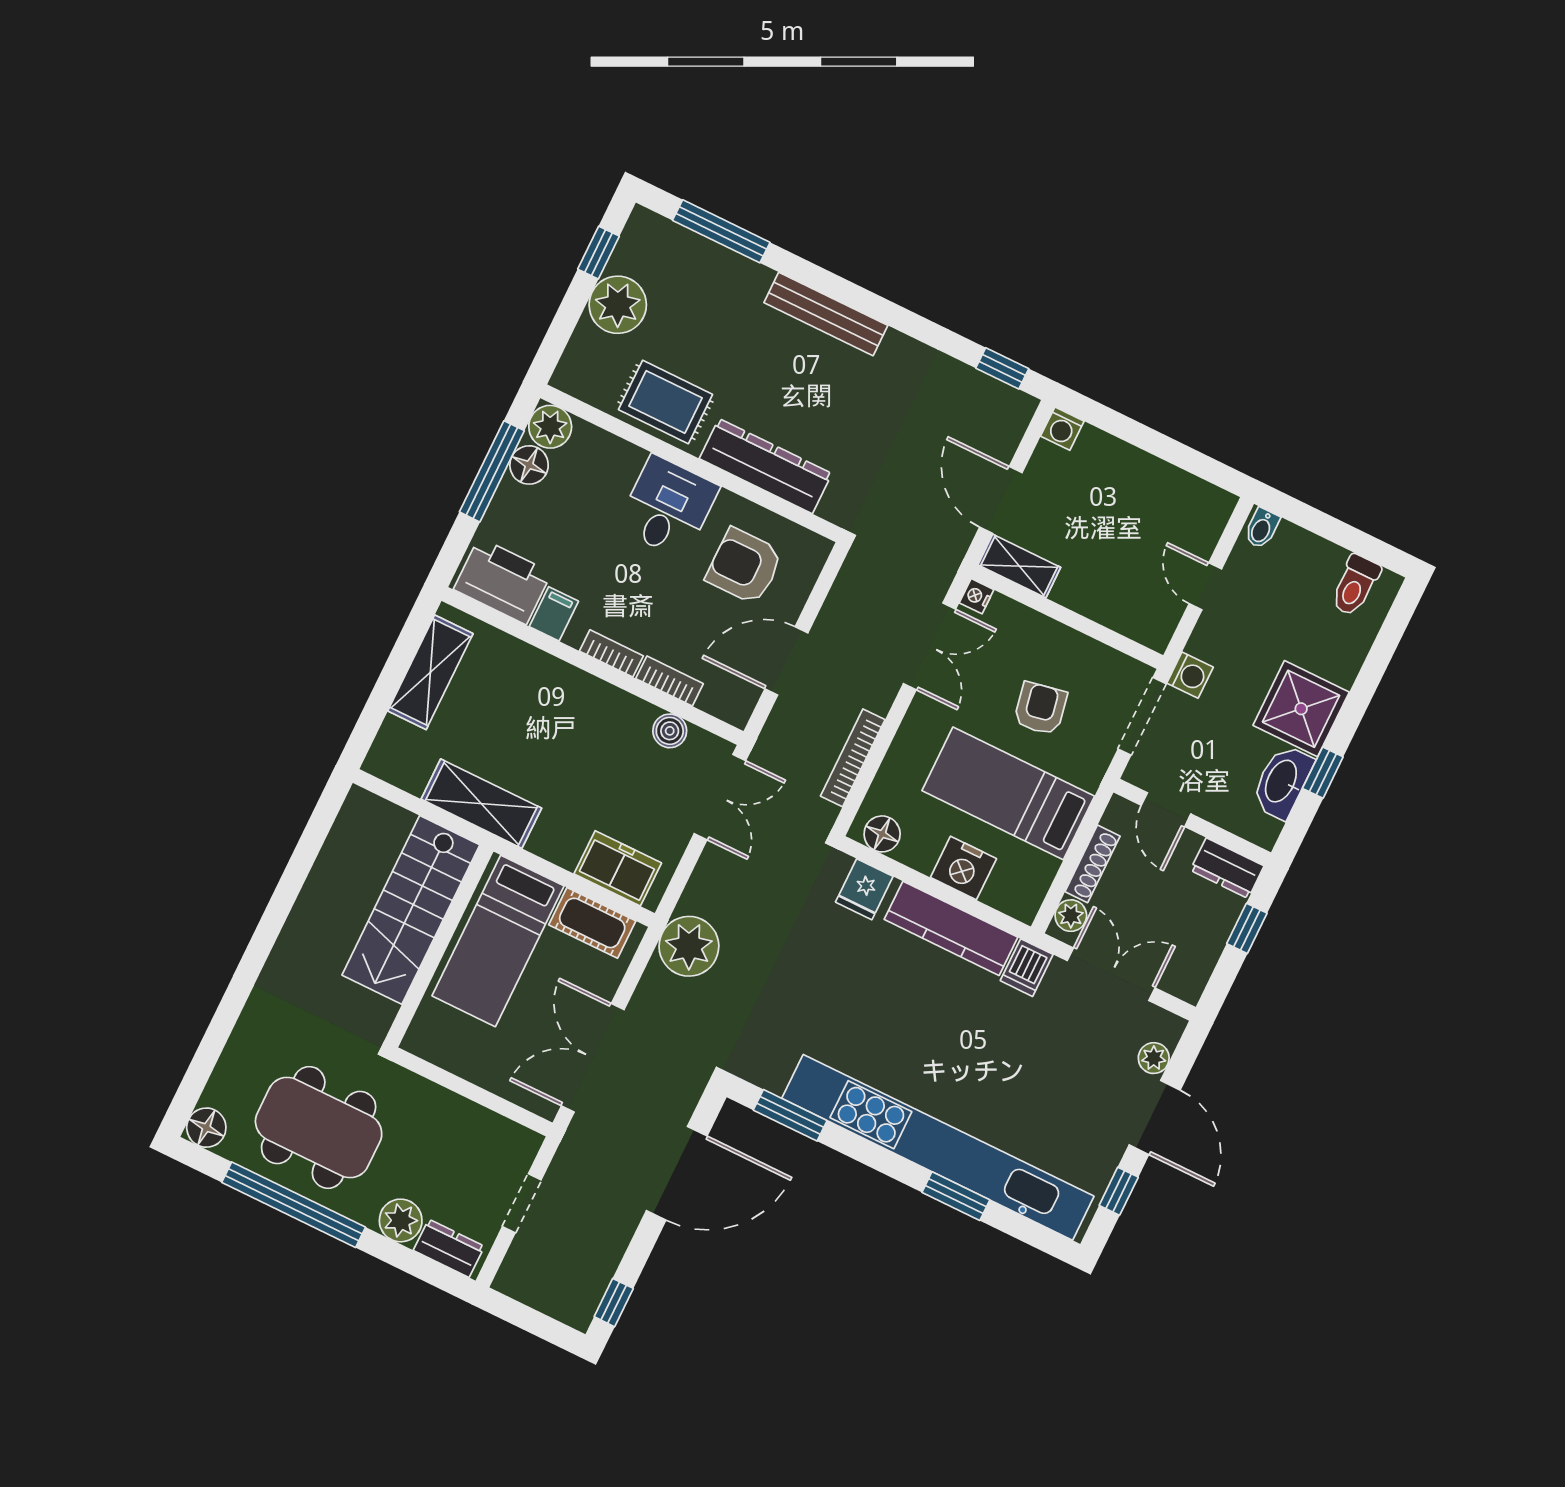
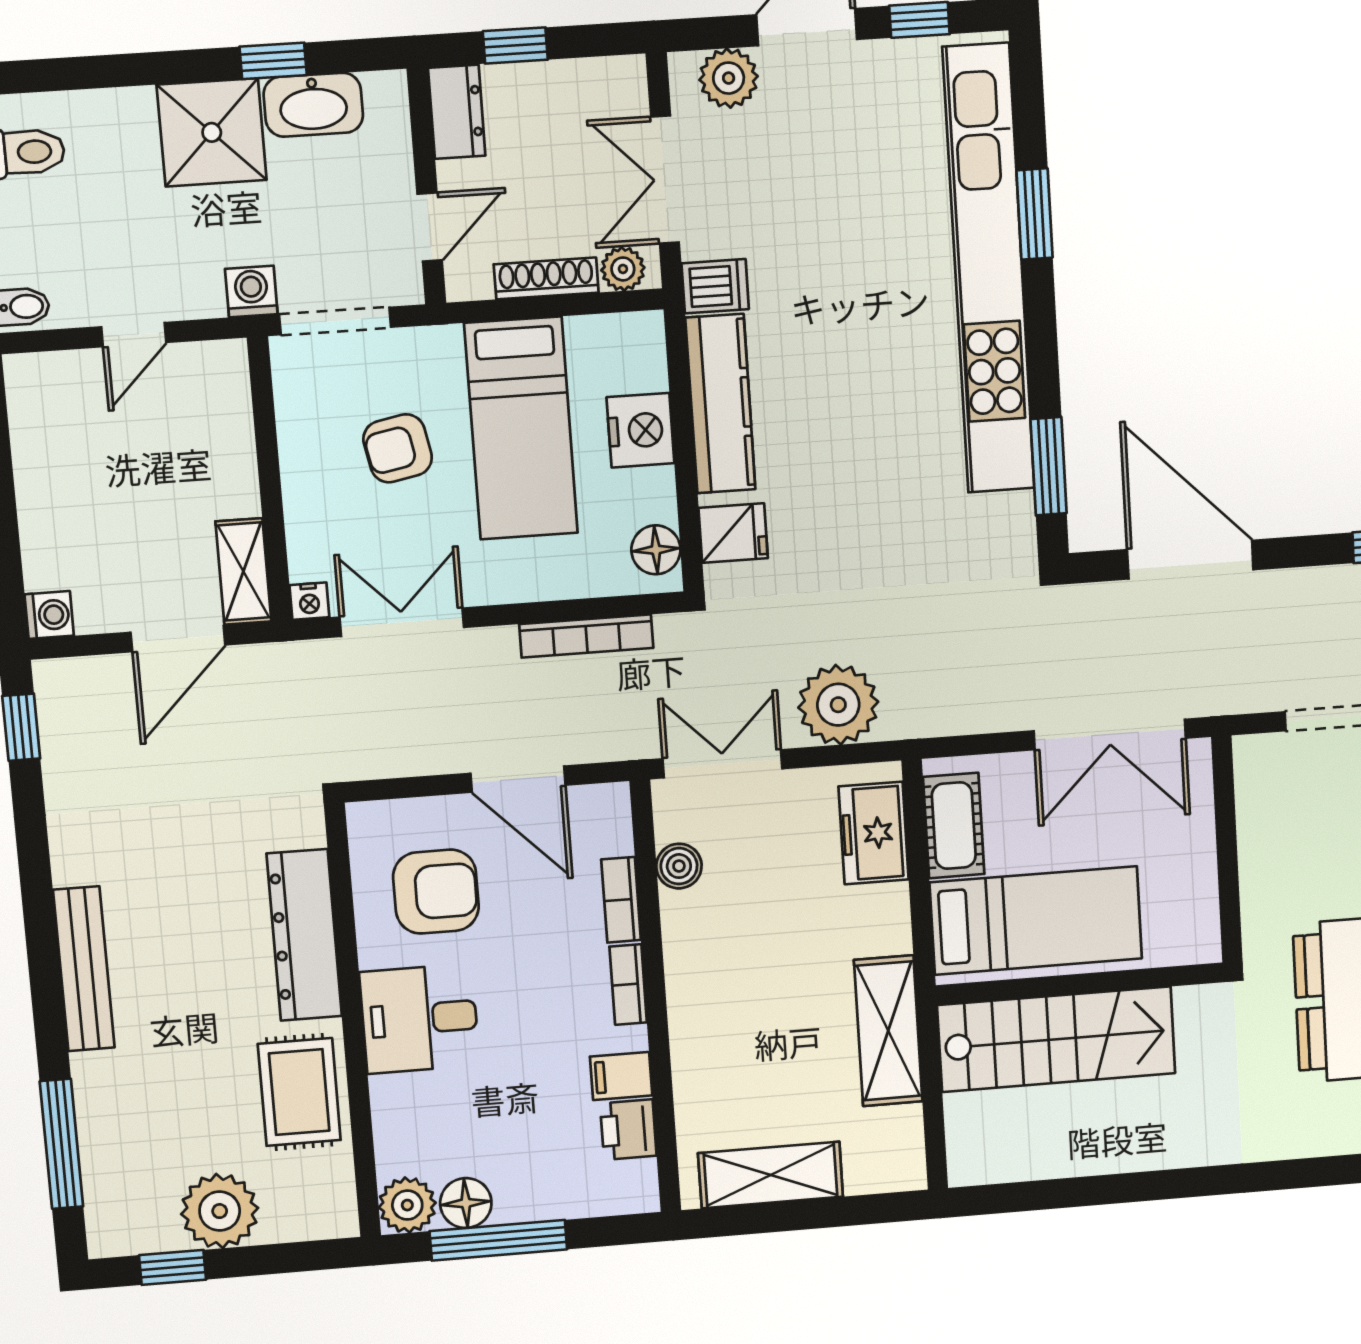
armchair: (744, 566) -> (436, 892), turned -90
printer: (503, 581) -> (628, 1130), width x0.53, depth x0.68
plant: (689, 946) -> (838, 705), moved
plant: (1154, 1058) -> (729, 78), width x1.38, depth x1.38

